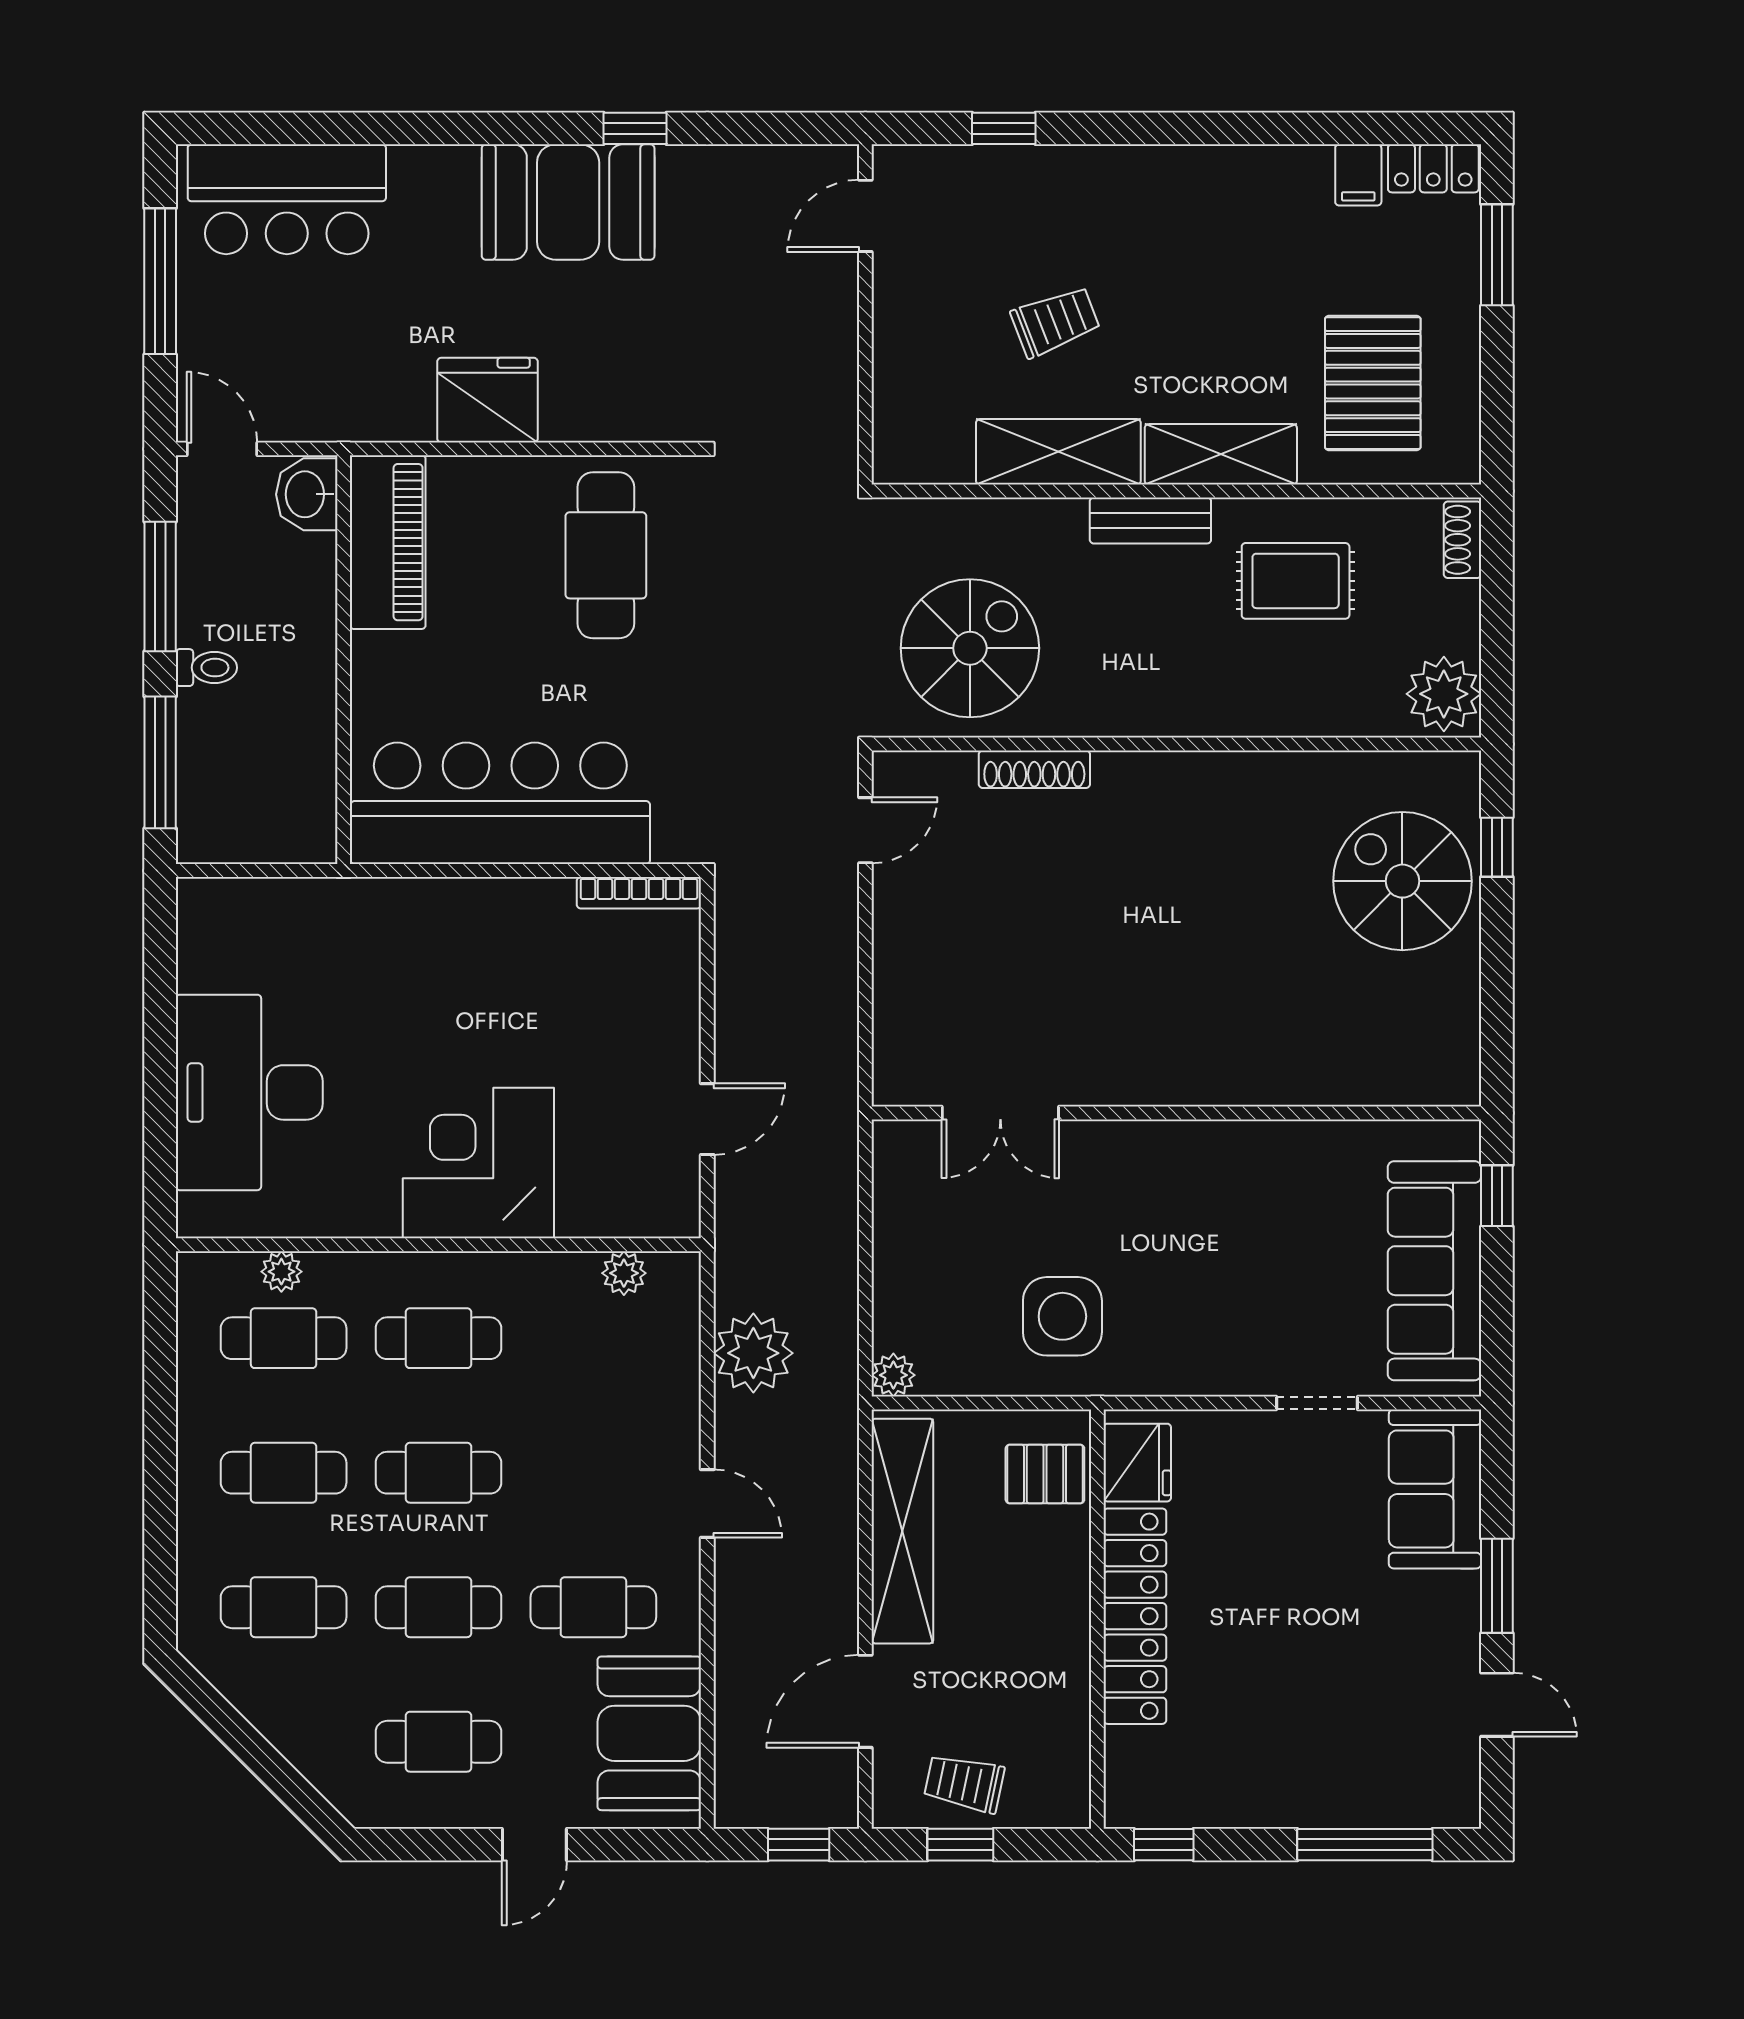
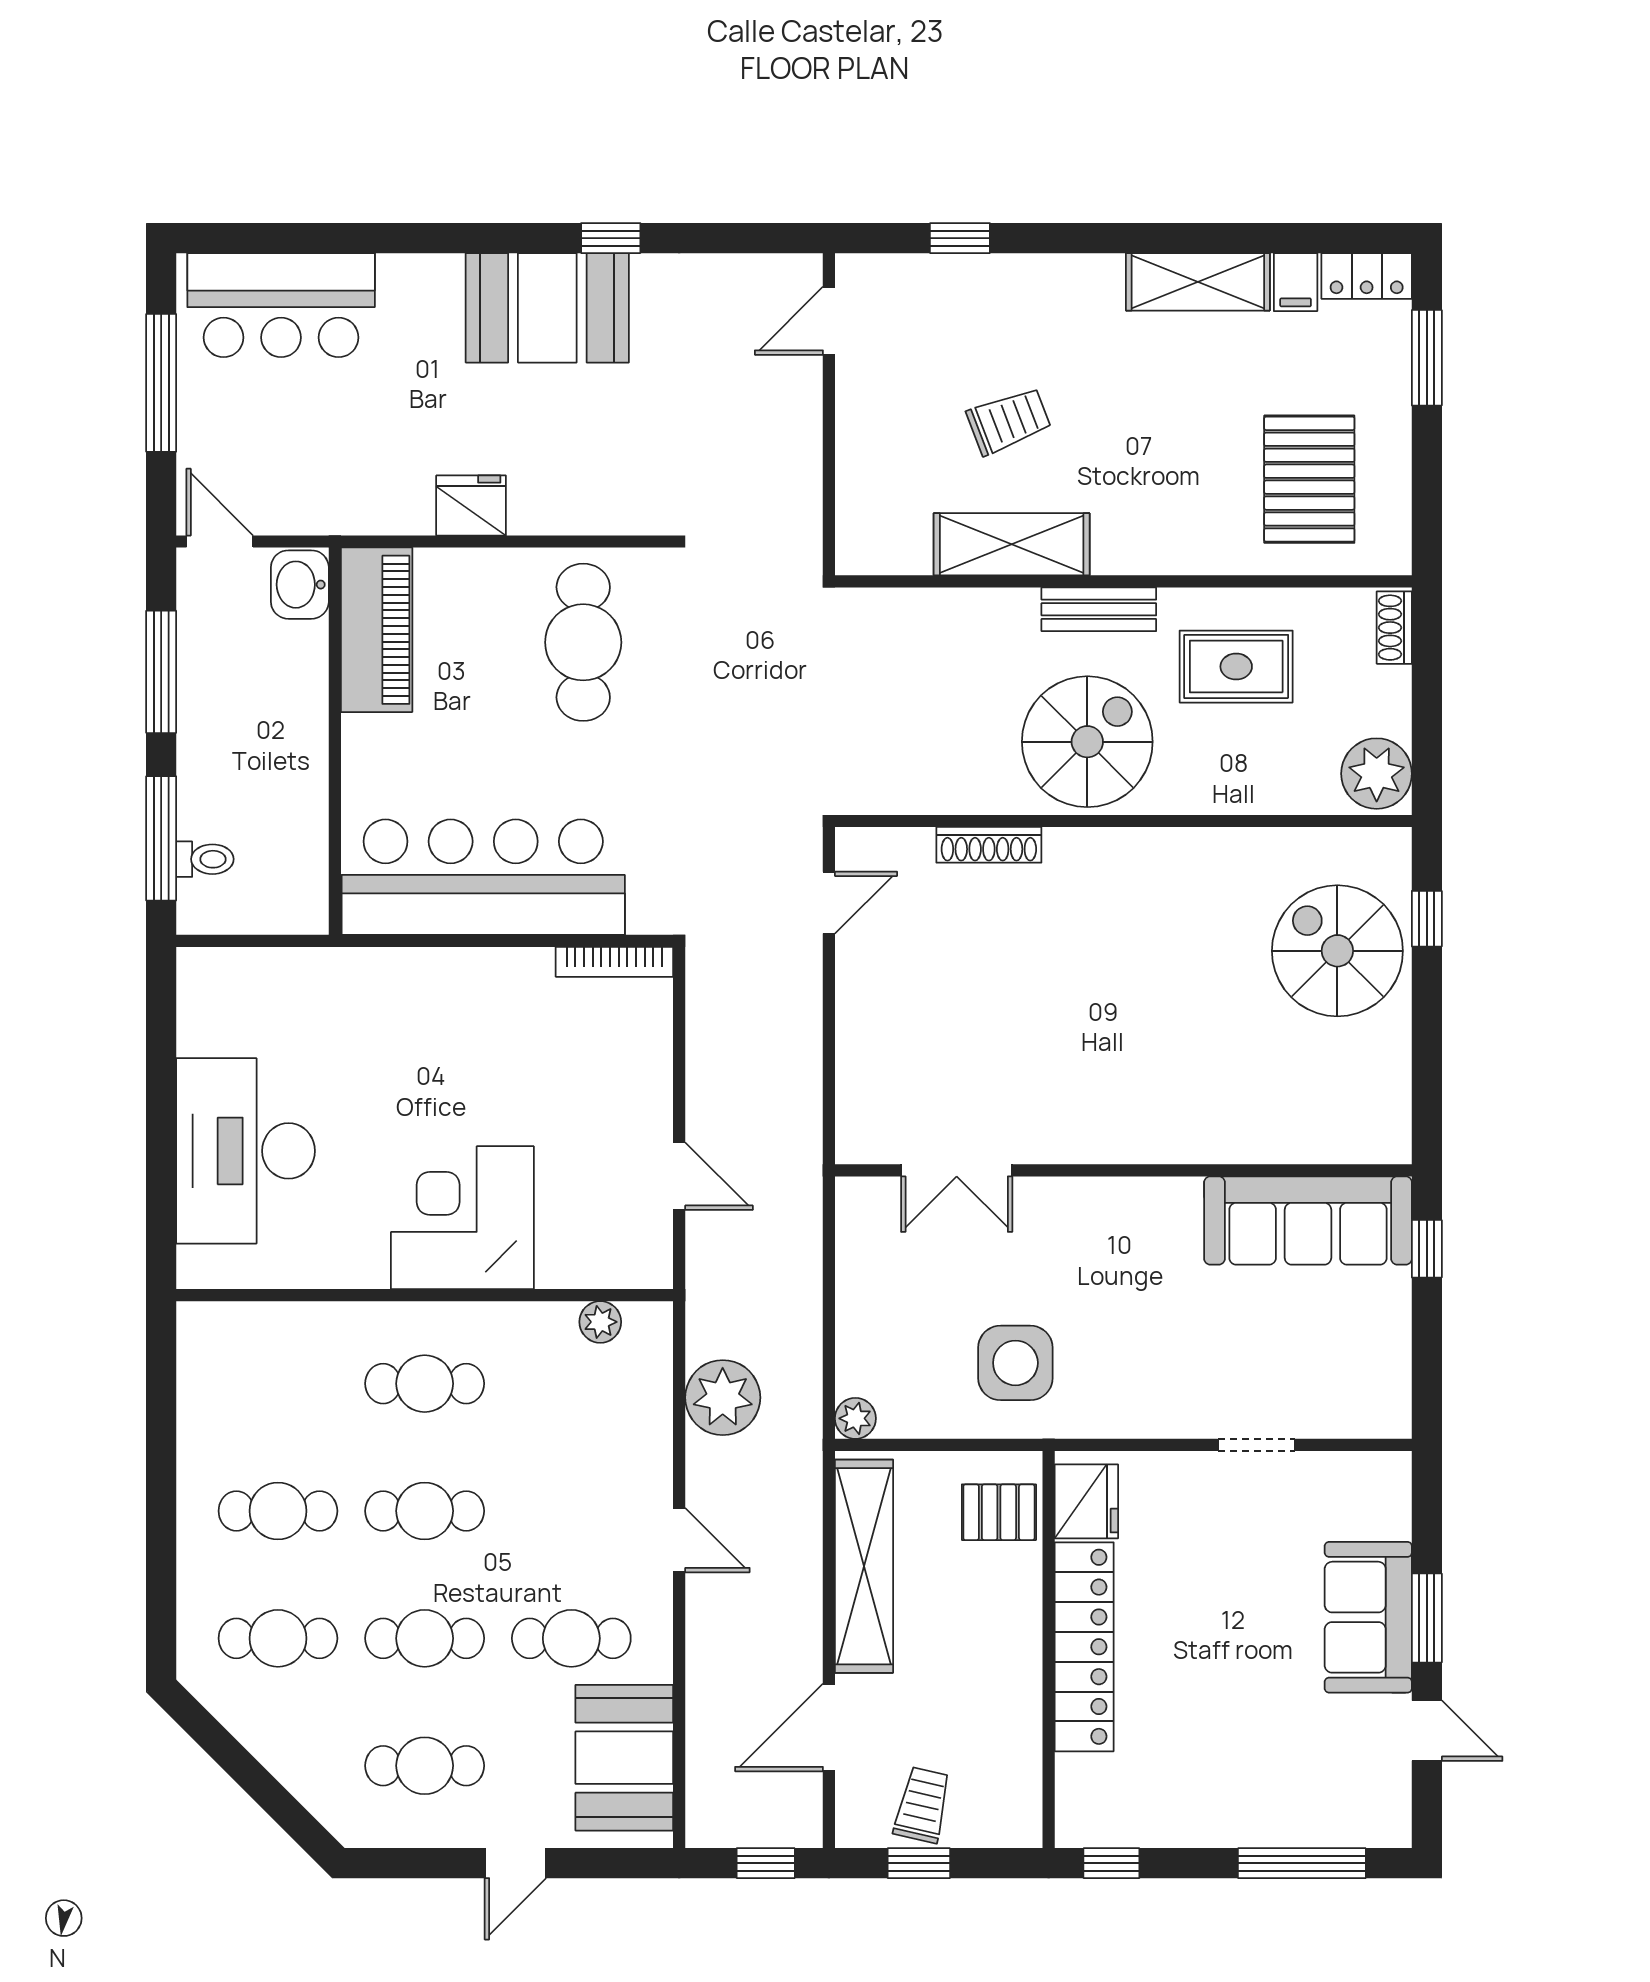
fridge: (488, 400) -> (471, 505), width x0.73, depth x0.75
shelving: (1221, 454) -> (1198, 282), moved
spiral stairs: (970, 648) -> (1087, 742), moved
toilet: (206, 668) -> (205, 859), moved
door: (707, 1119) -> (679, 1176), hinge flipped
sofa: (1434, 1271) -> (1308, 1221), moved, turned -90
plant: (281, 1272) -> (276, 1320), removed
cafe table: (284, 1338) -> (278, 1384), removed
sofa: (1435, 1489) -> (1368, 1617), moved
trolley: (964, 1783) -> (922, 1805), turned 91

